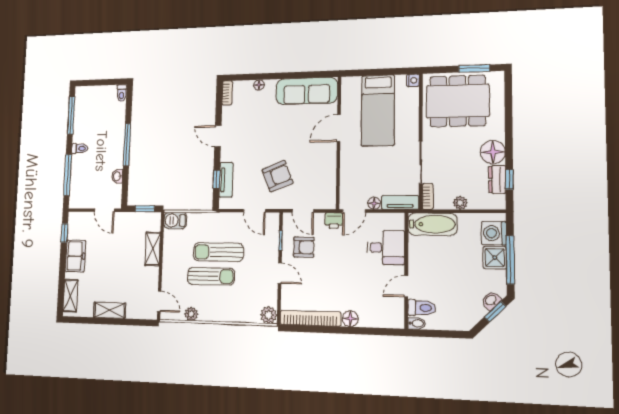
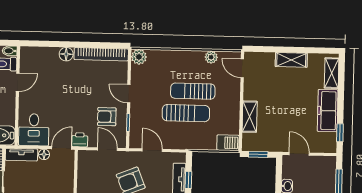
desk: (386, 247) -> (34, 130), moved, turned -90
freezer: (75, 256) -> (328, 111), width x1.40

